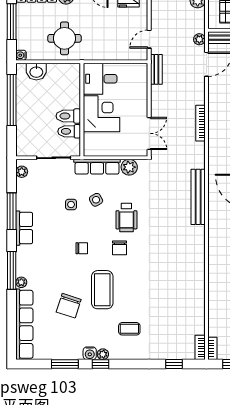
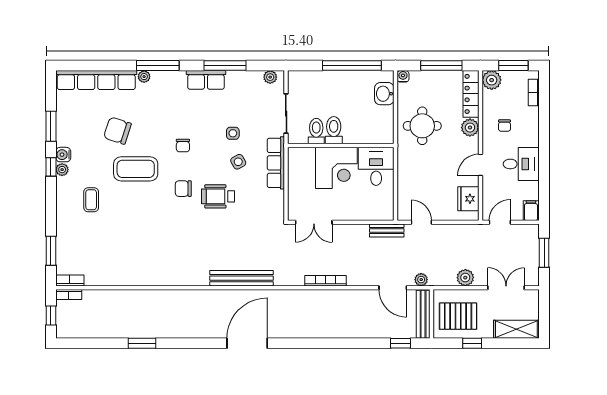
plant: (129, 167) -> (275, 200), removed
window: (174, 364) -> (51, 251), width x1.50

